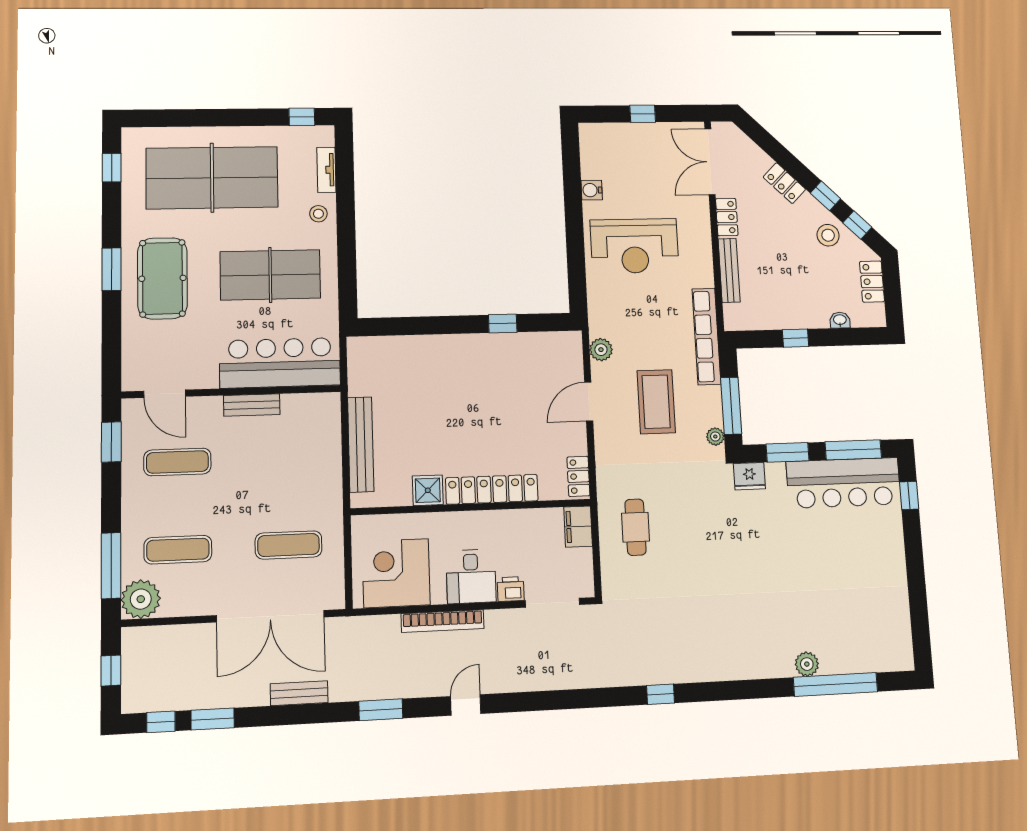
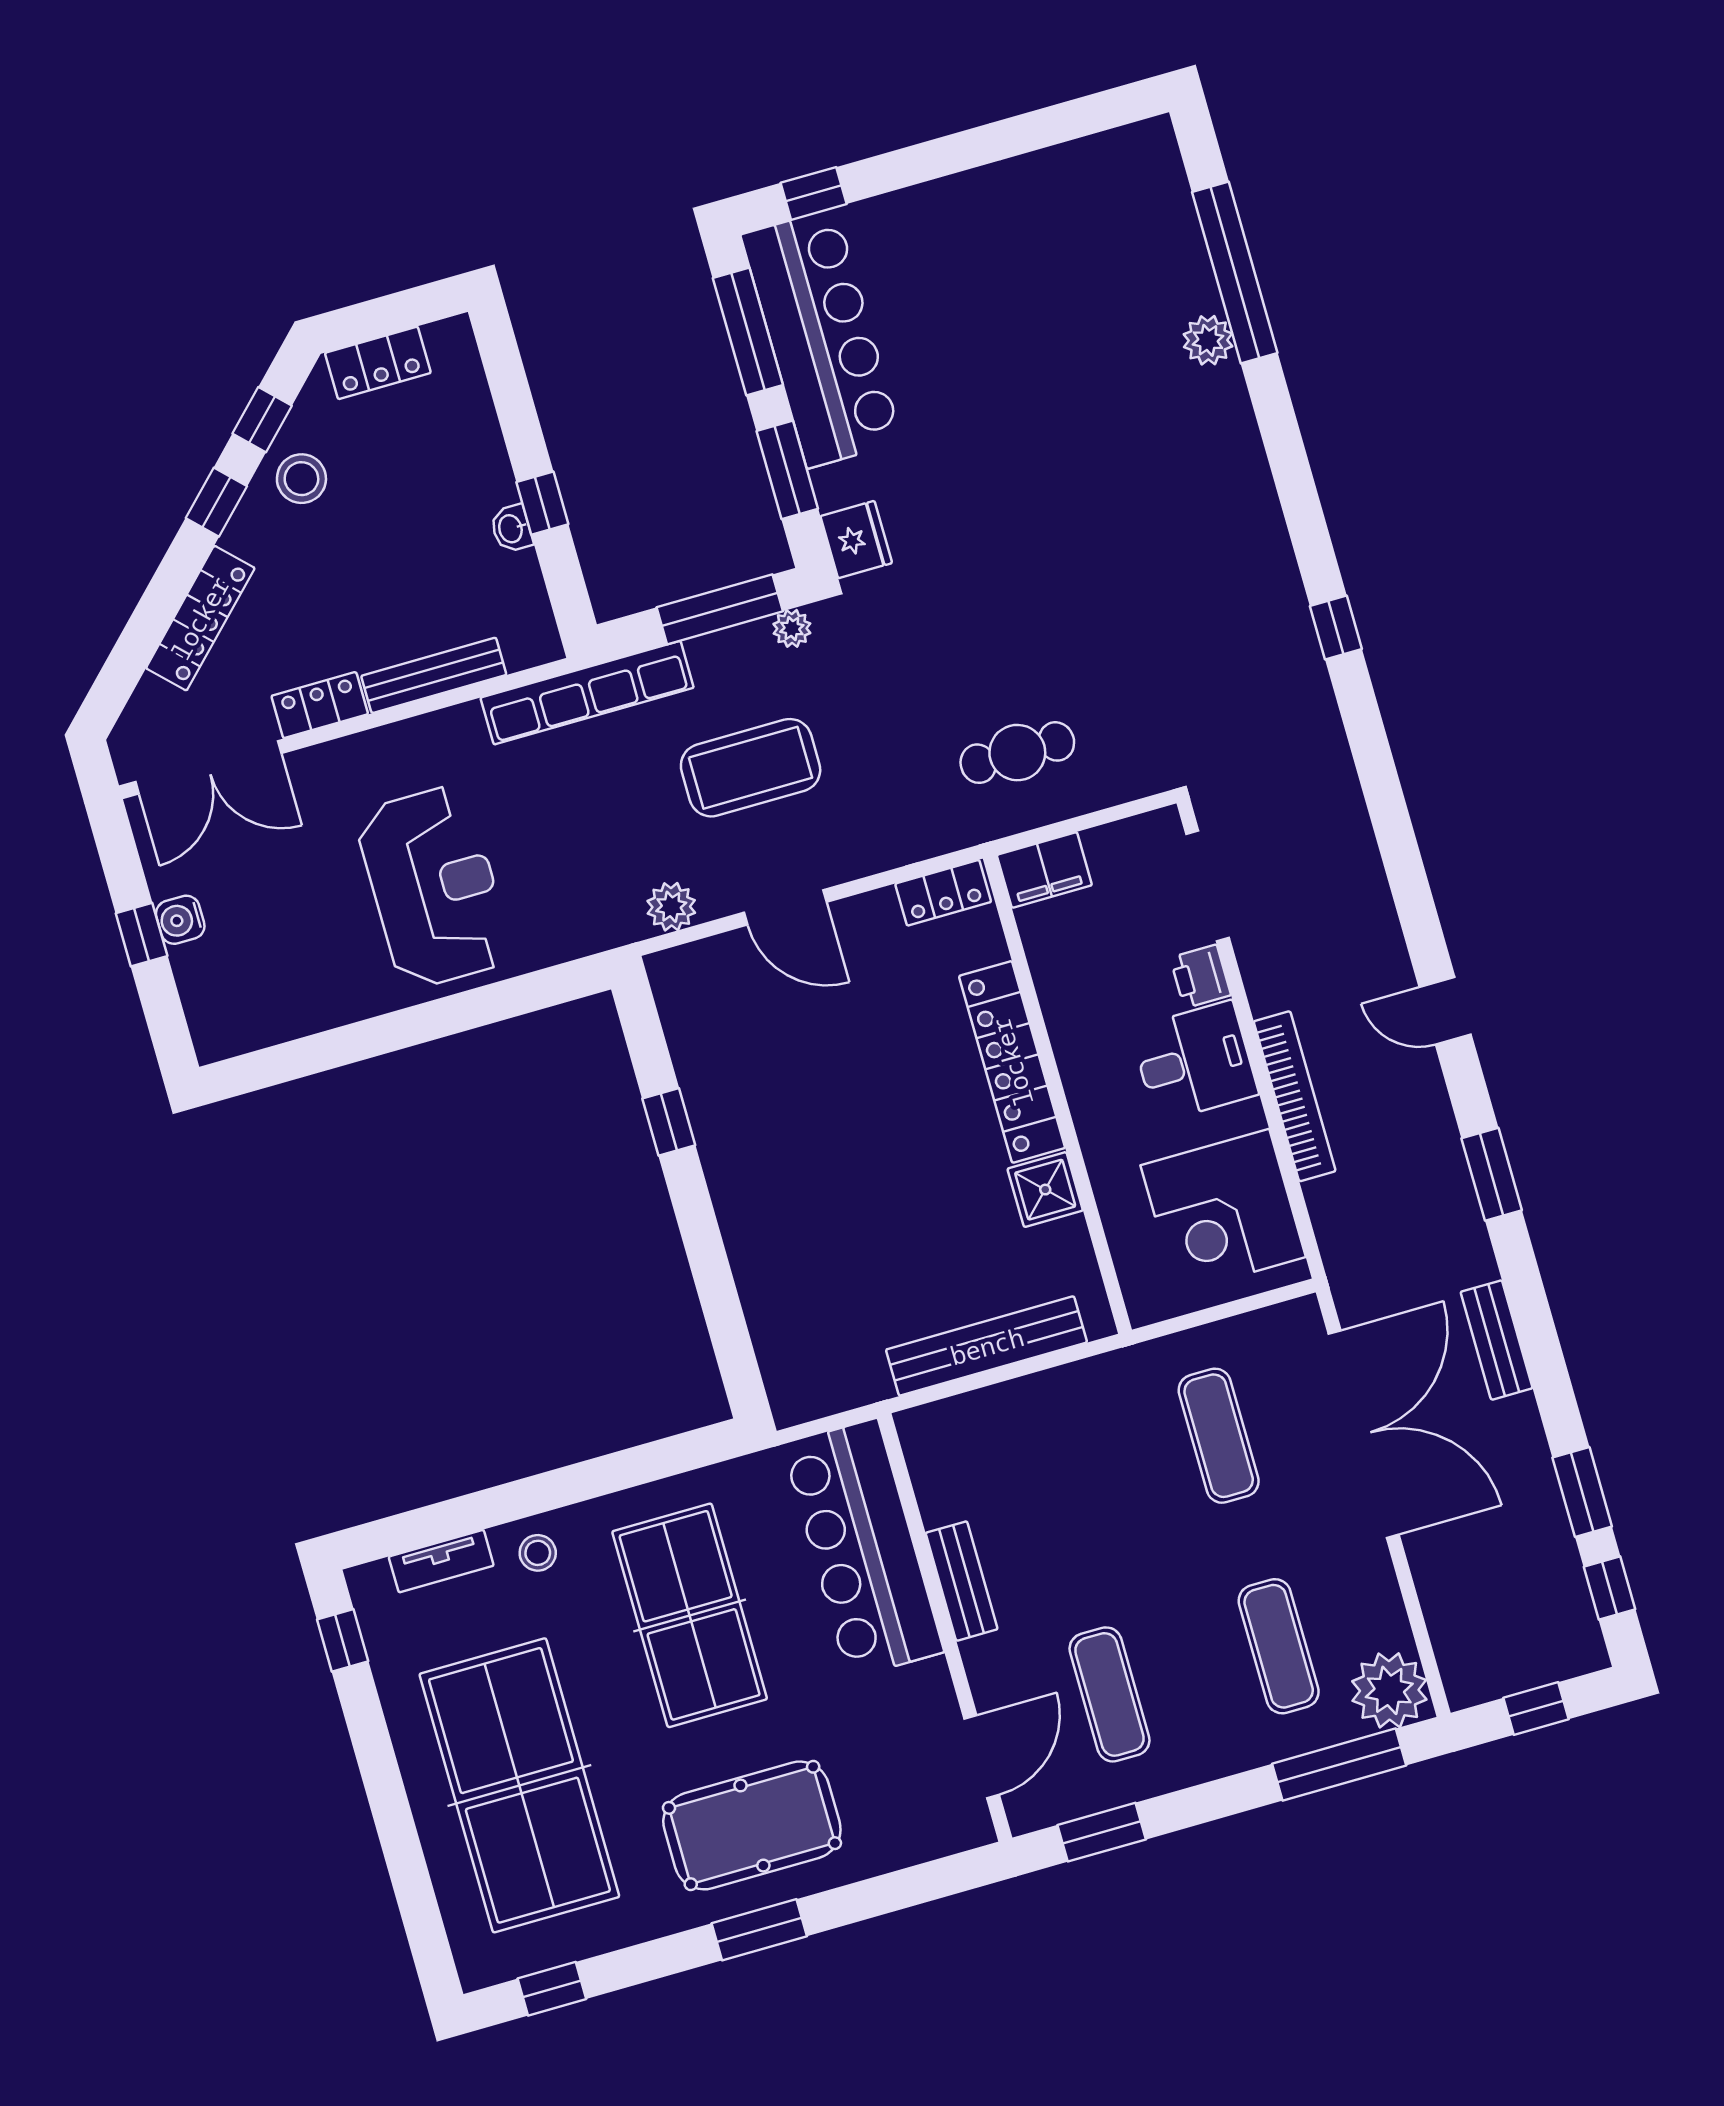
locker: (784, 183) -> (200, 618), width x1.53
water cooler: (592, 190) -> (180, 920), moved, turned 90
washbasin: (840, 320) -> (511, 528), moved

